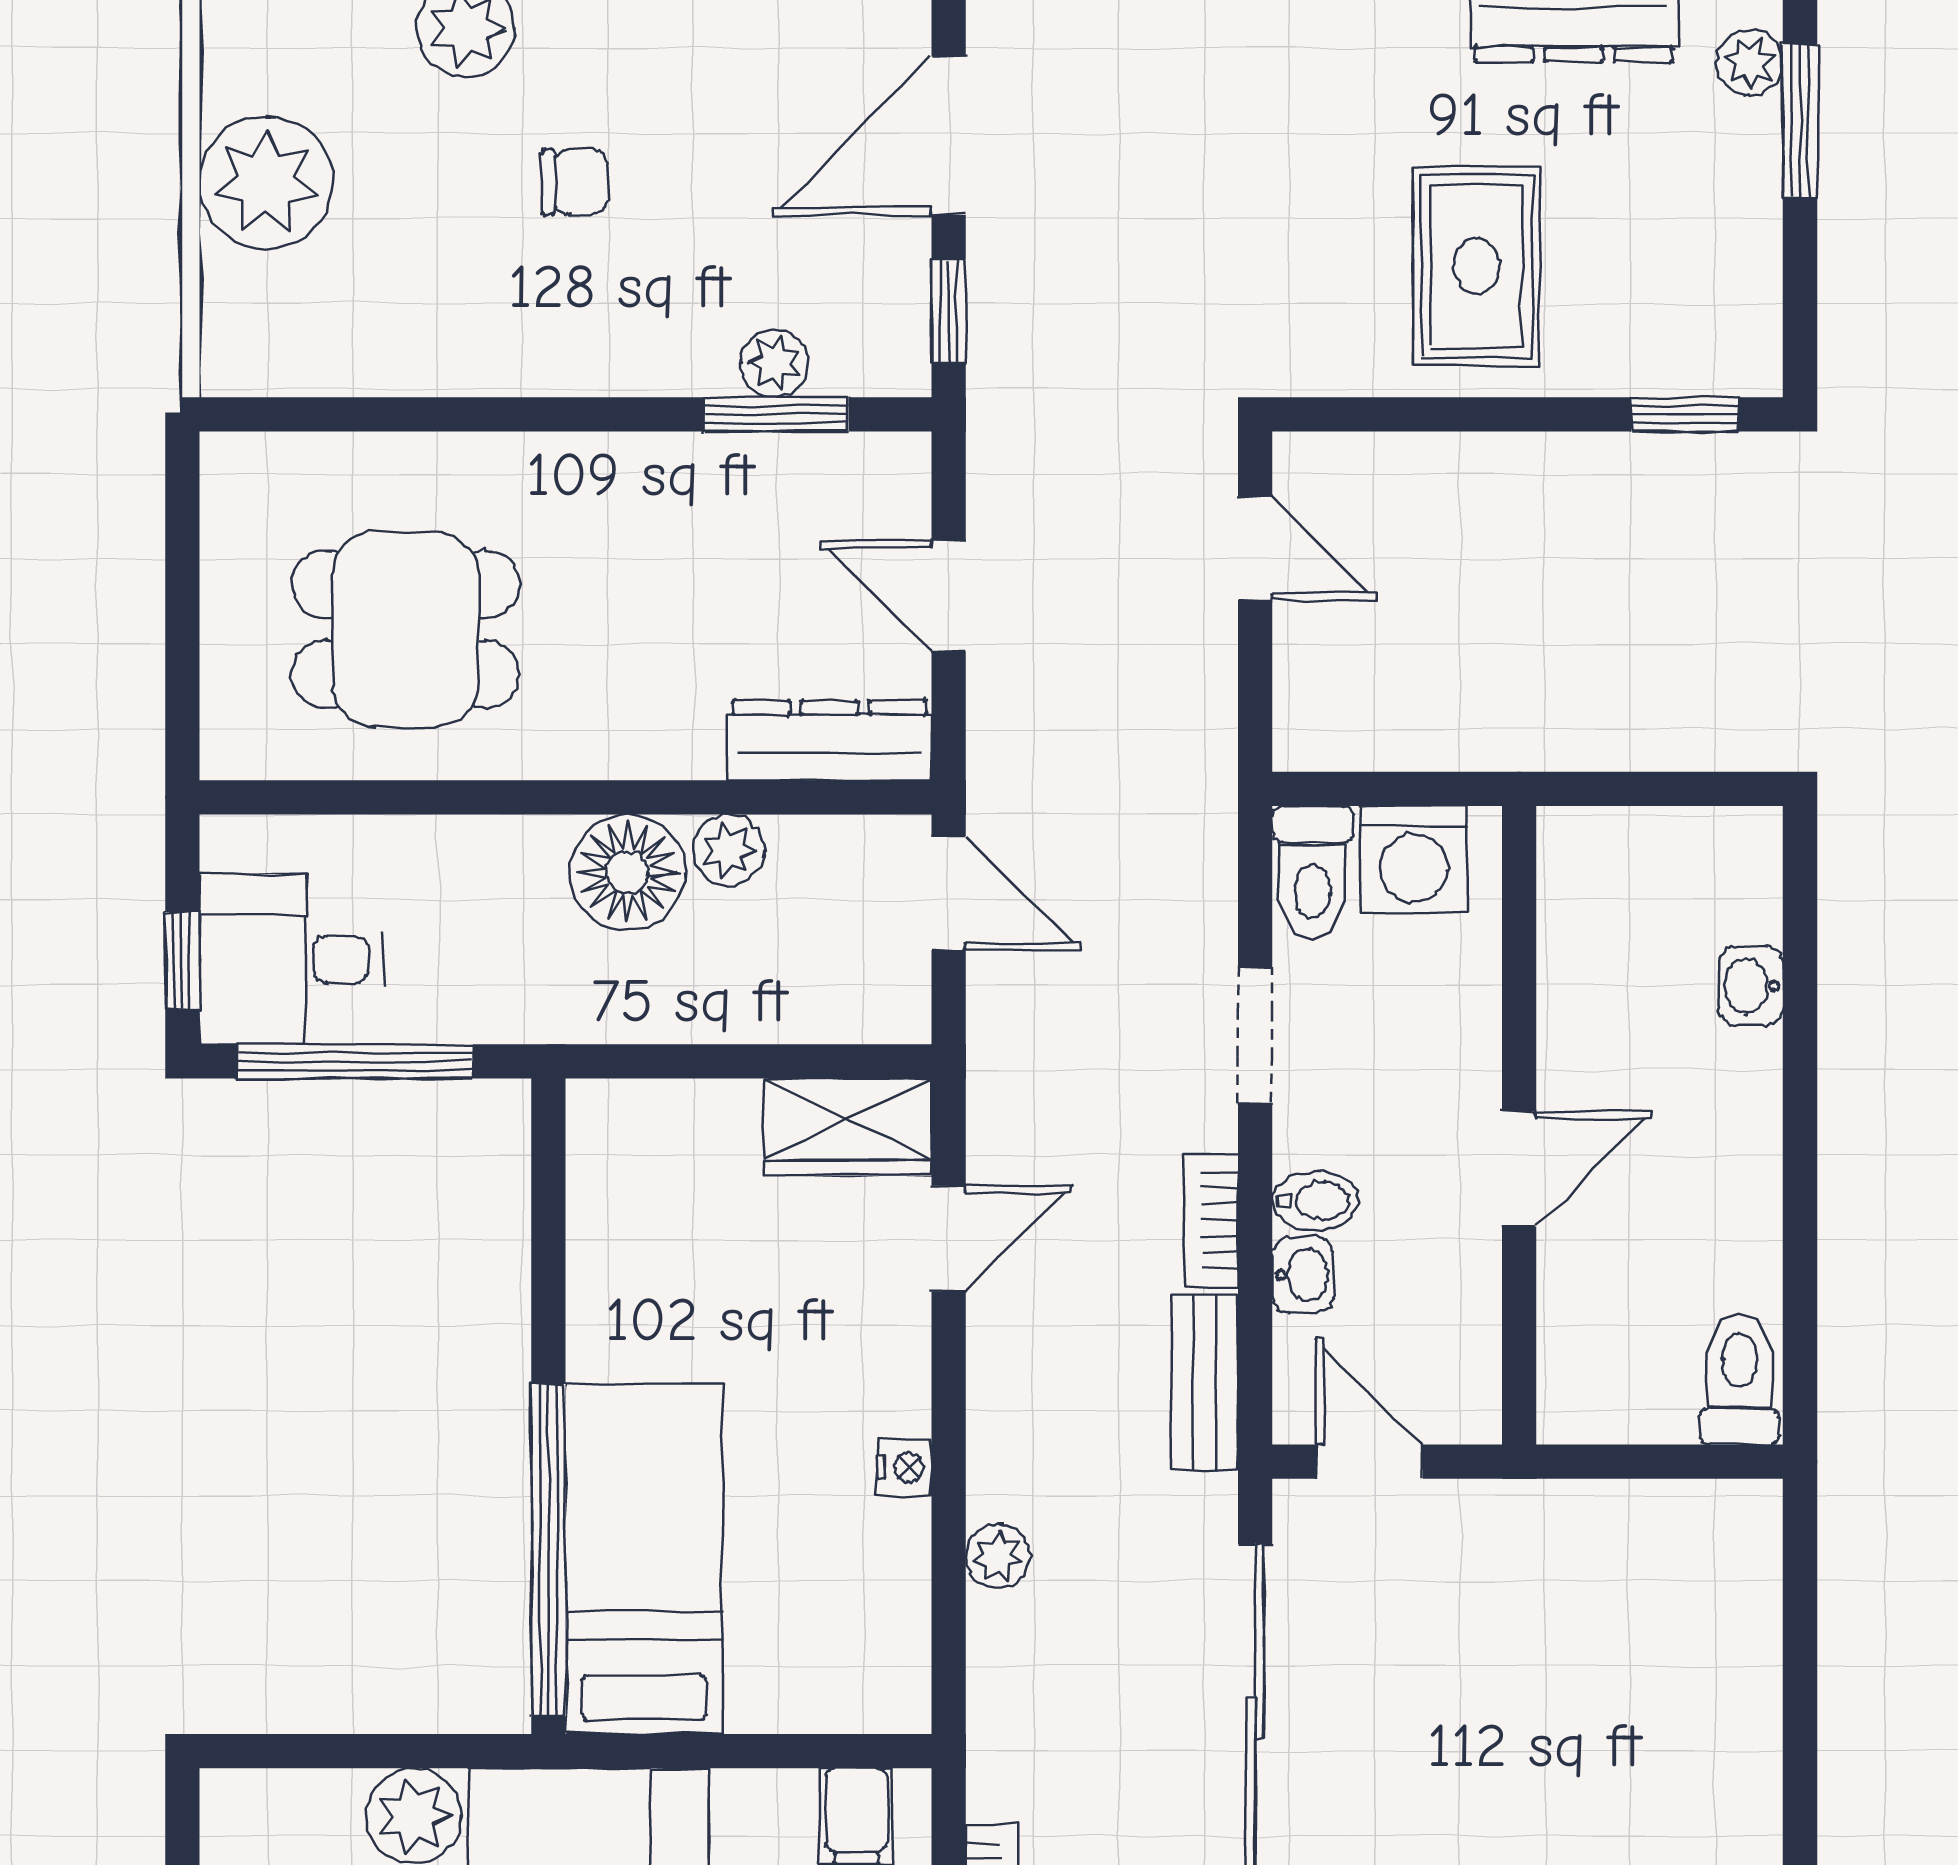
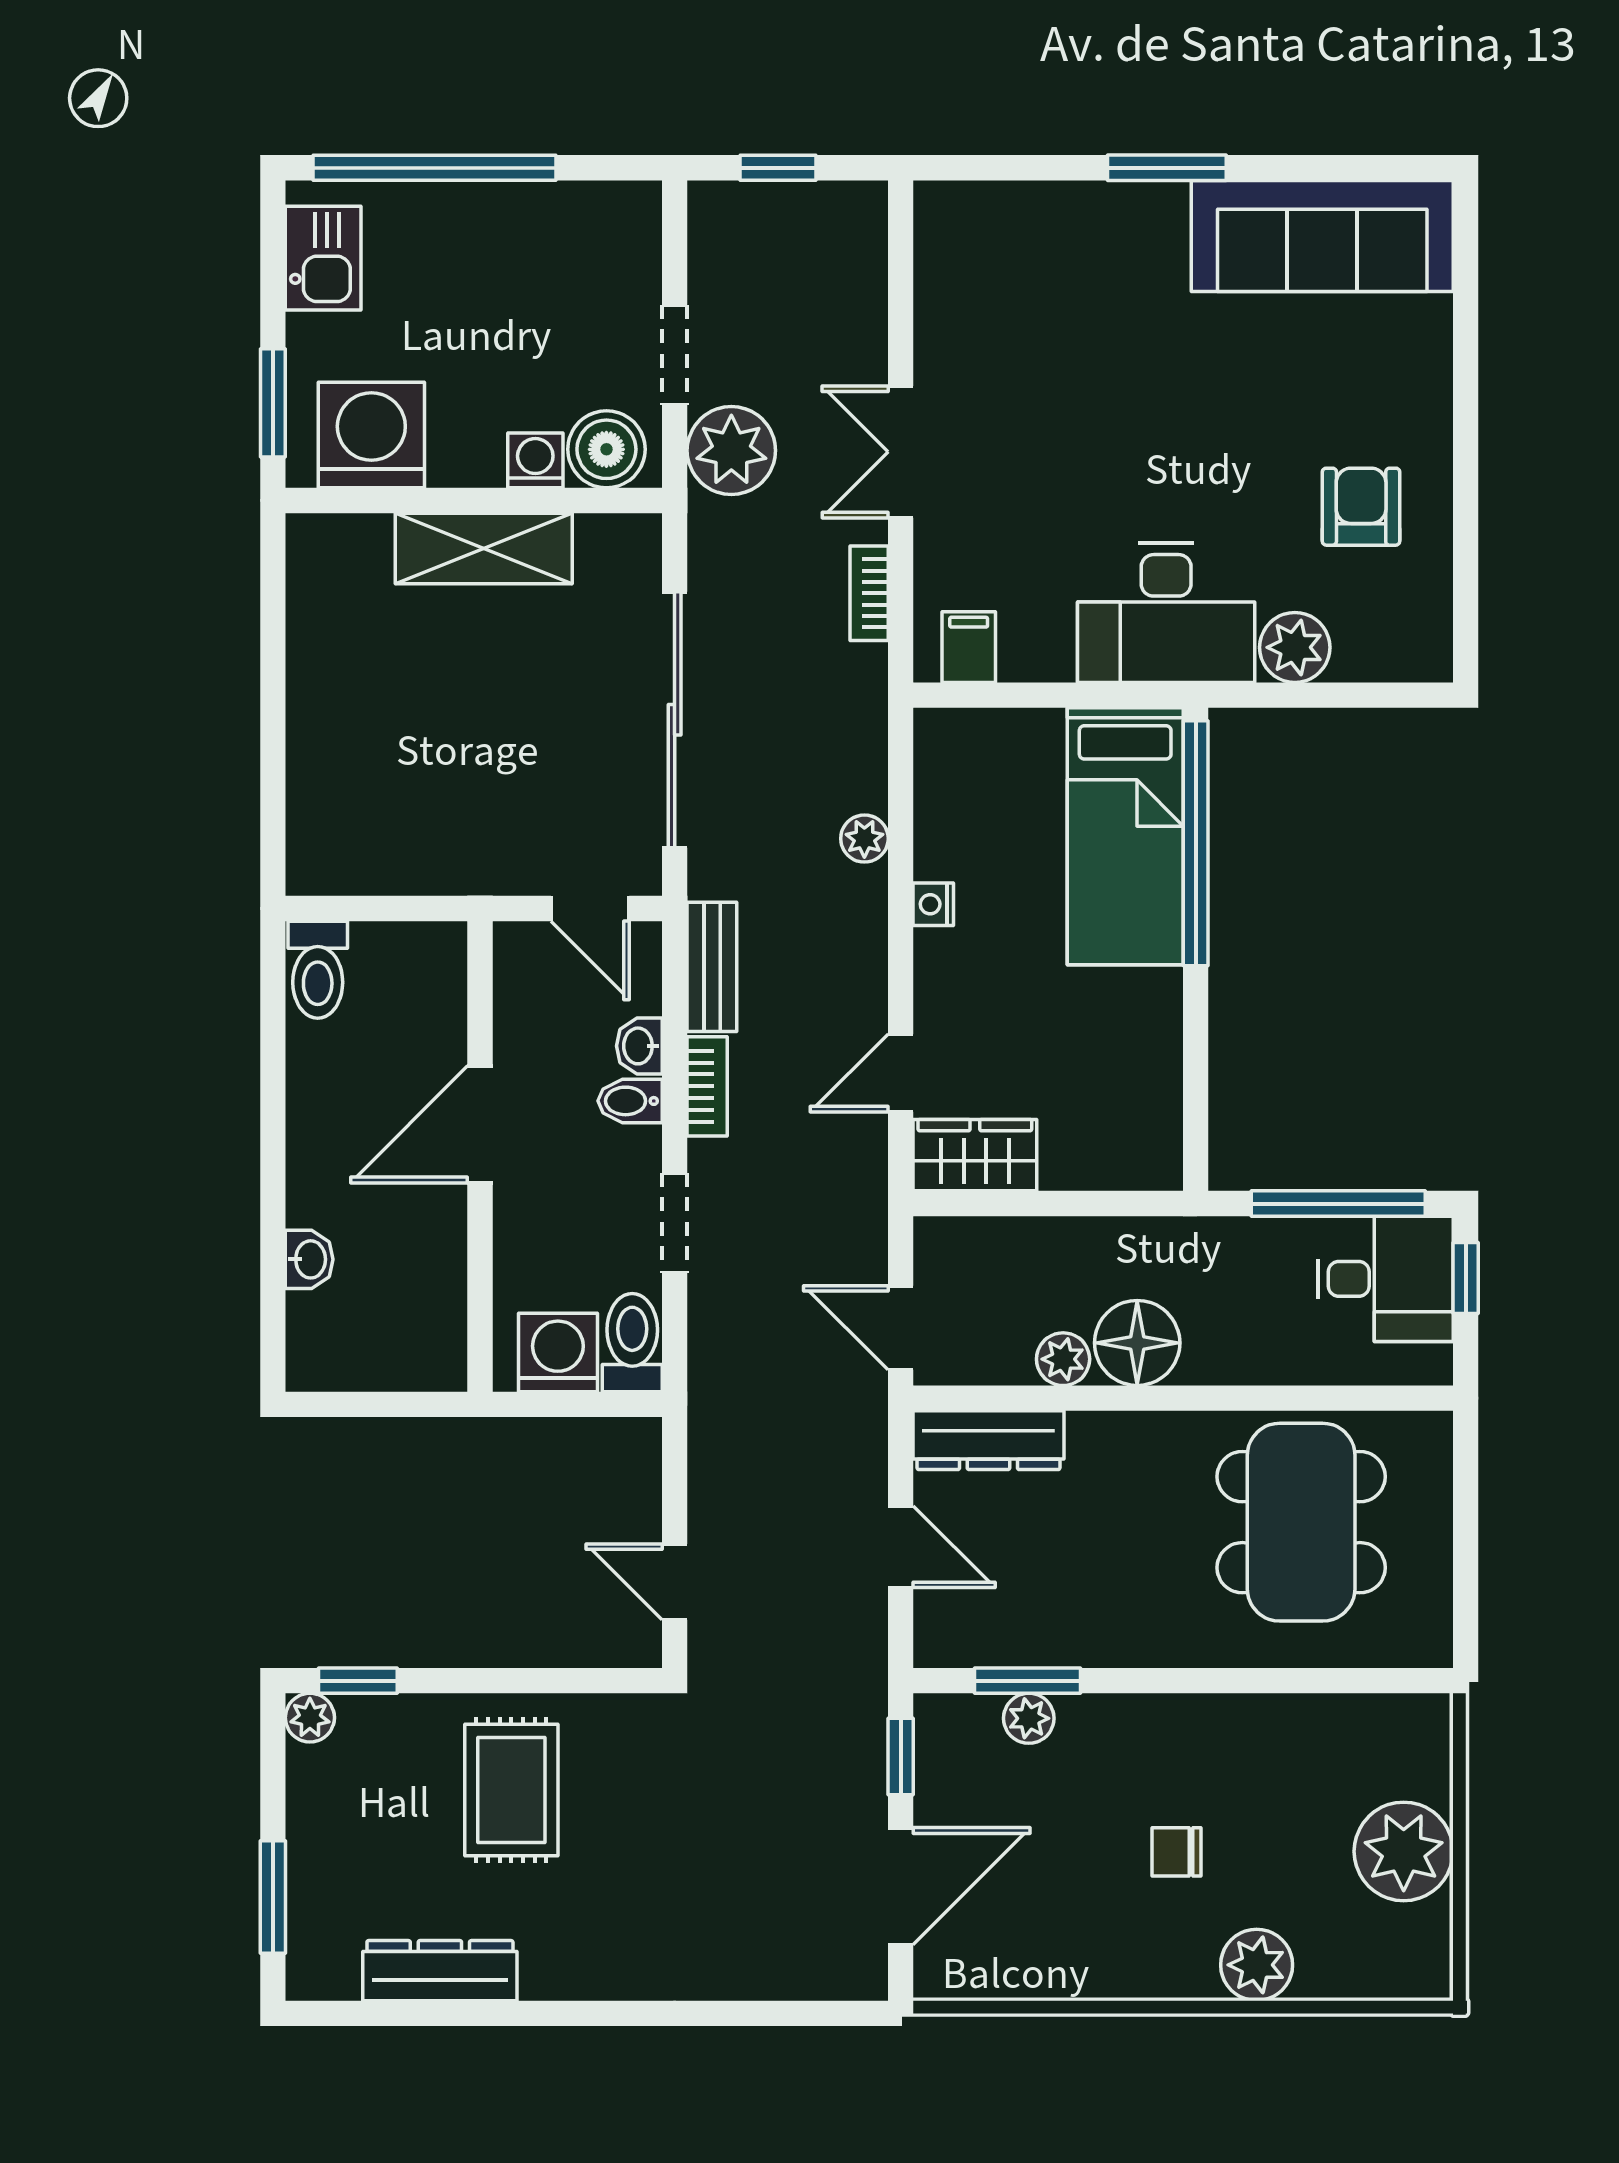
plant: (1750, 63) -> (310, 1718), moved
dining table: (405, 629) -> (1301, 1522), width x1.38
door: (1519, 1169) -> (480, 1124), width x1.38

